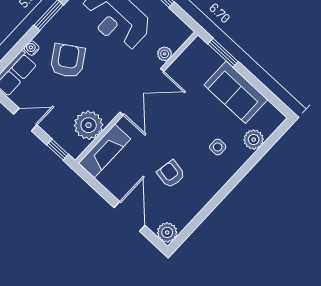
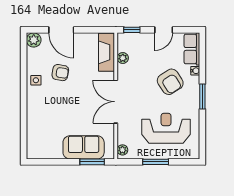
plant: (165, 54) -> (122, 150), moved
sofa: (236, 92) -> (84, 147), moved
plant: (89, 125) -> (123, 58), width x0.53, depth x0.53
plant: (254, 140) -> (34, 131), removed
side table: (218, 147) -> (36, 80), moved

